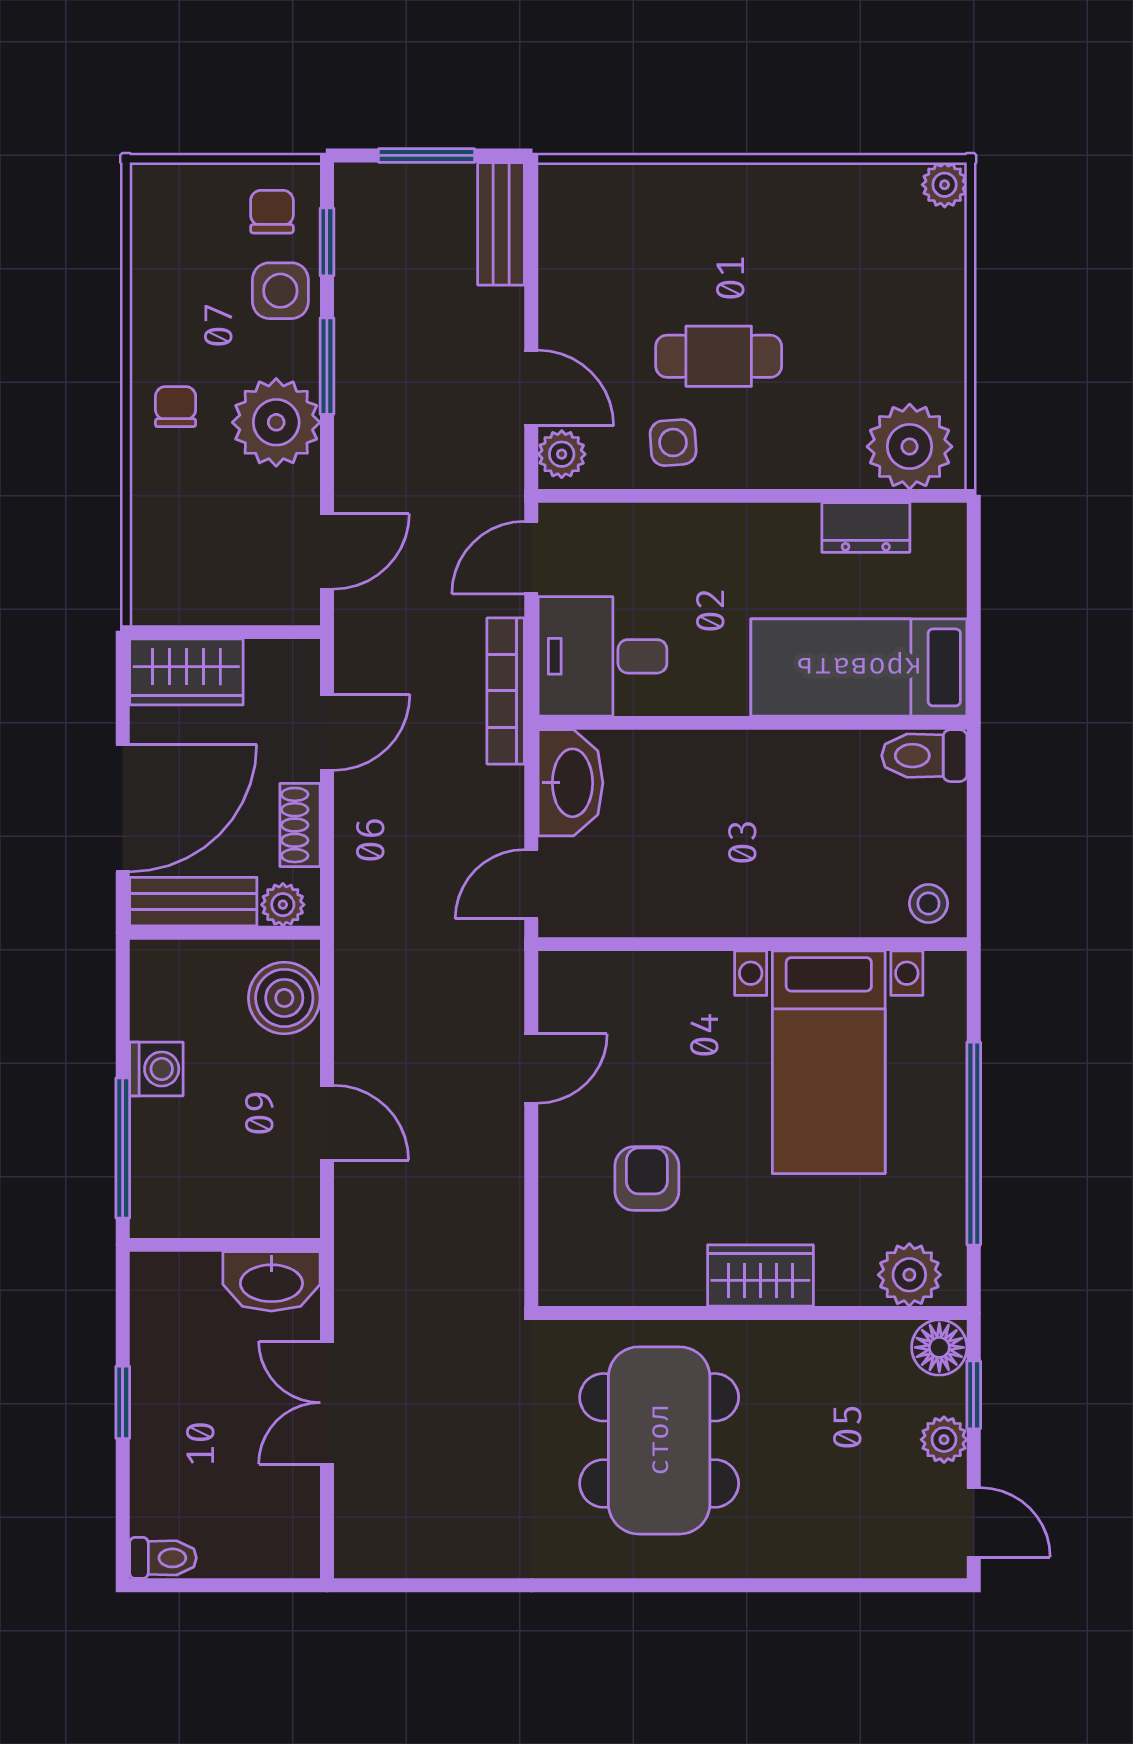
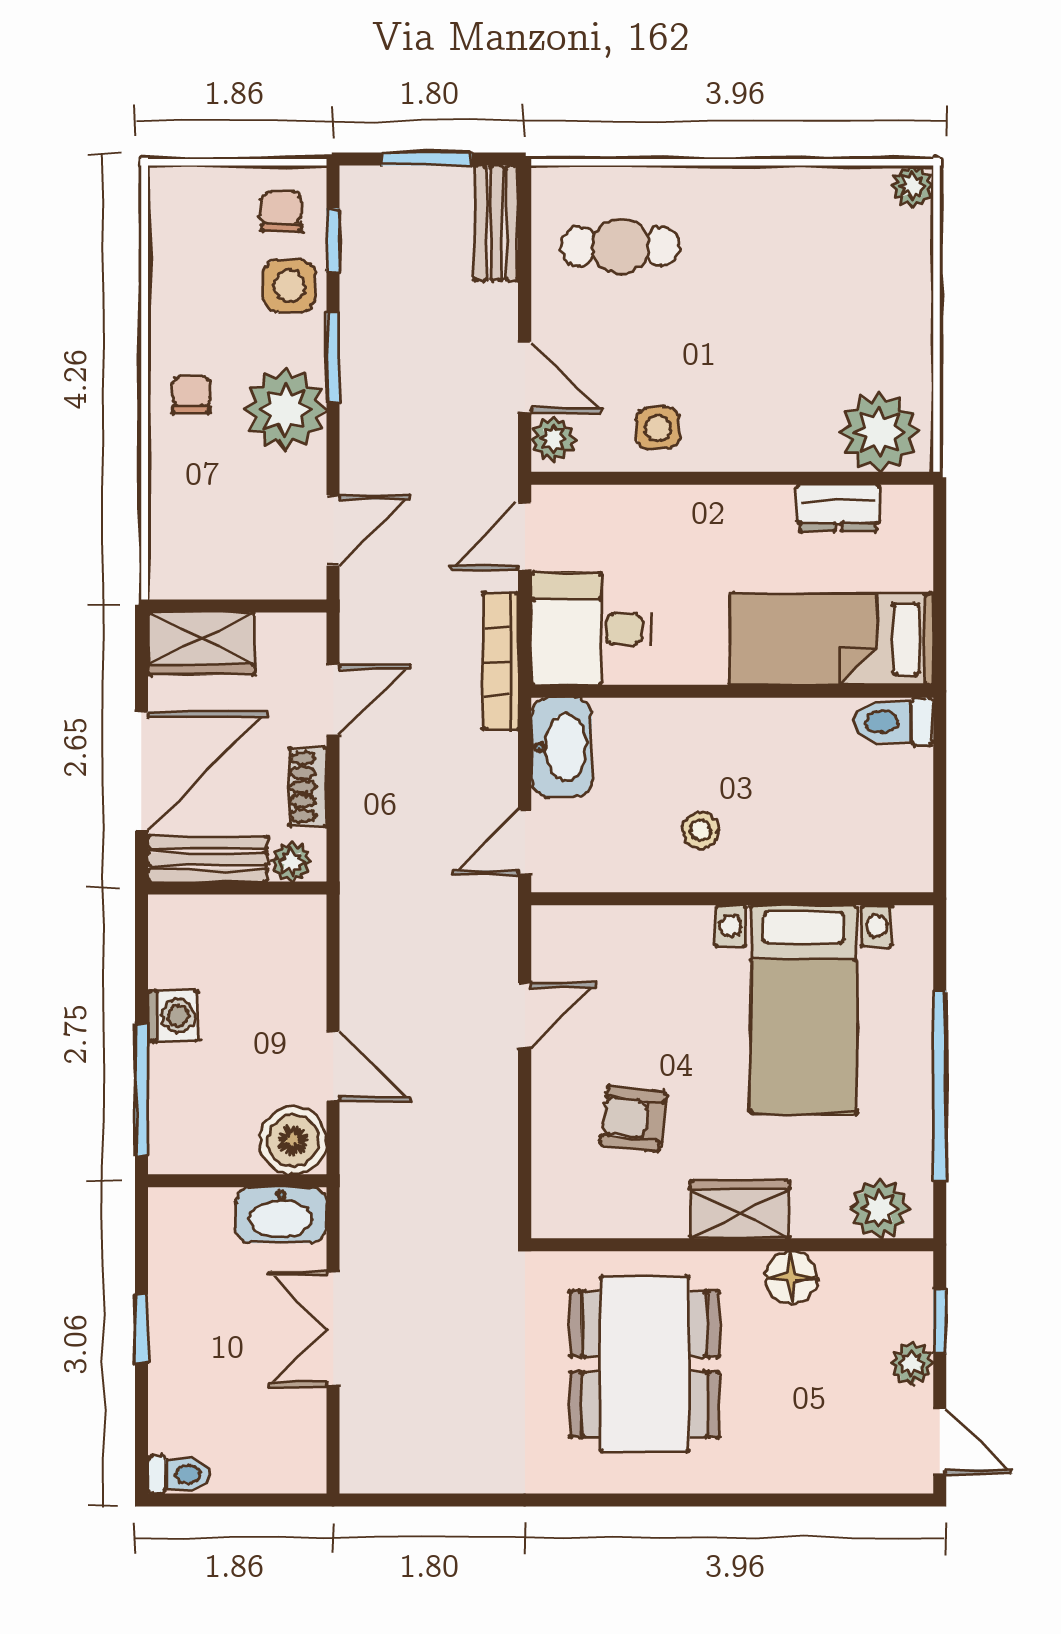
cafe table: (719, 356) -> (620, 246), moved
stool: (928, 903) -> (701, 830), moved
boiler: (284, 998) -> (293, 1141), moved
armchair: (647, 1179) -> (633, 1119), turned -83
floor lamp: (939, 1347) -> (791, 1277), moved

